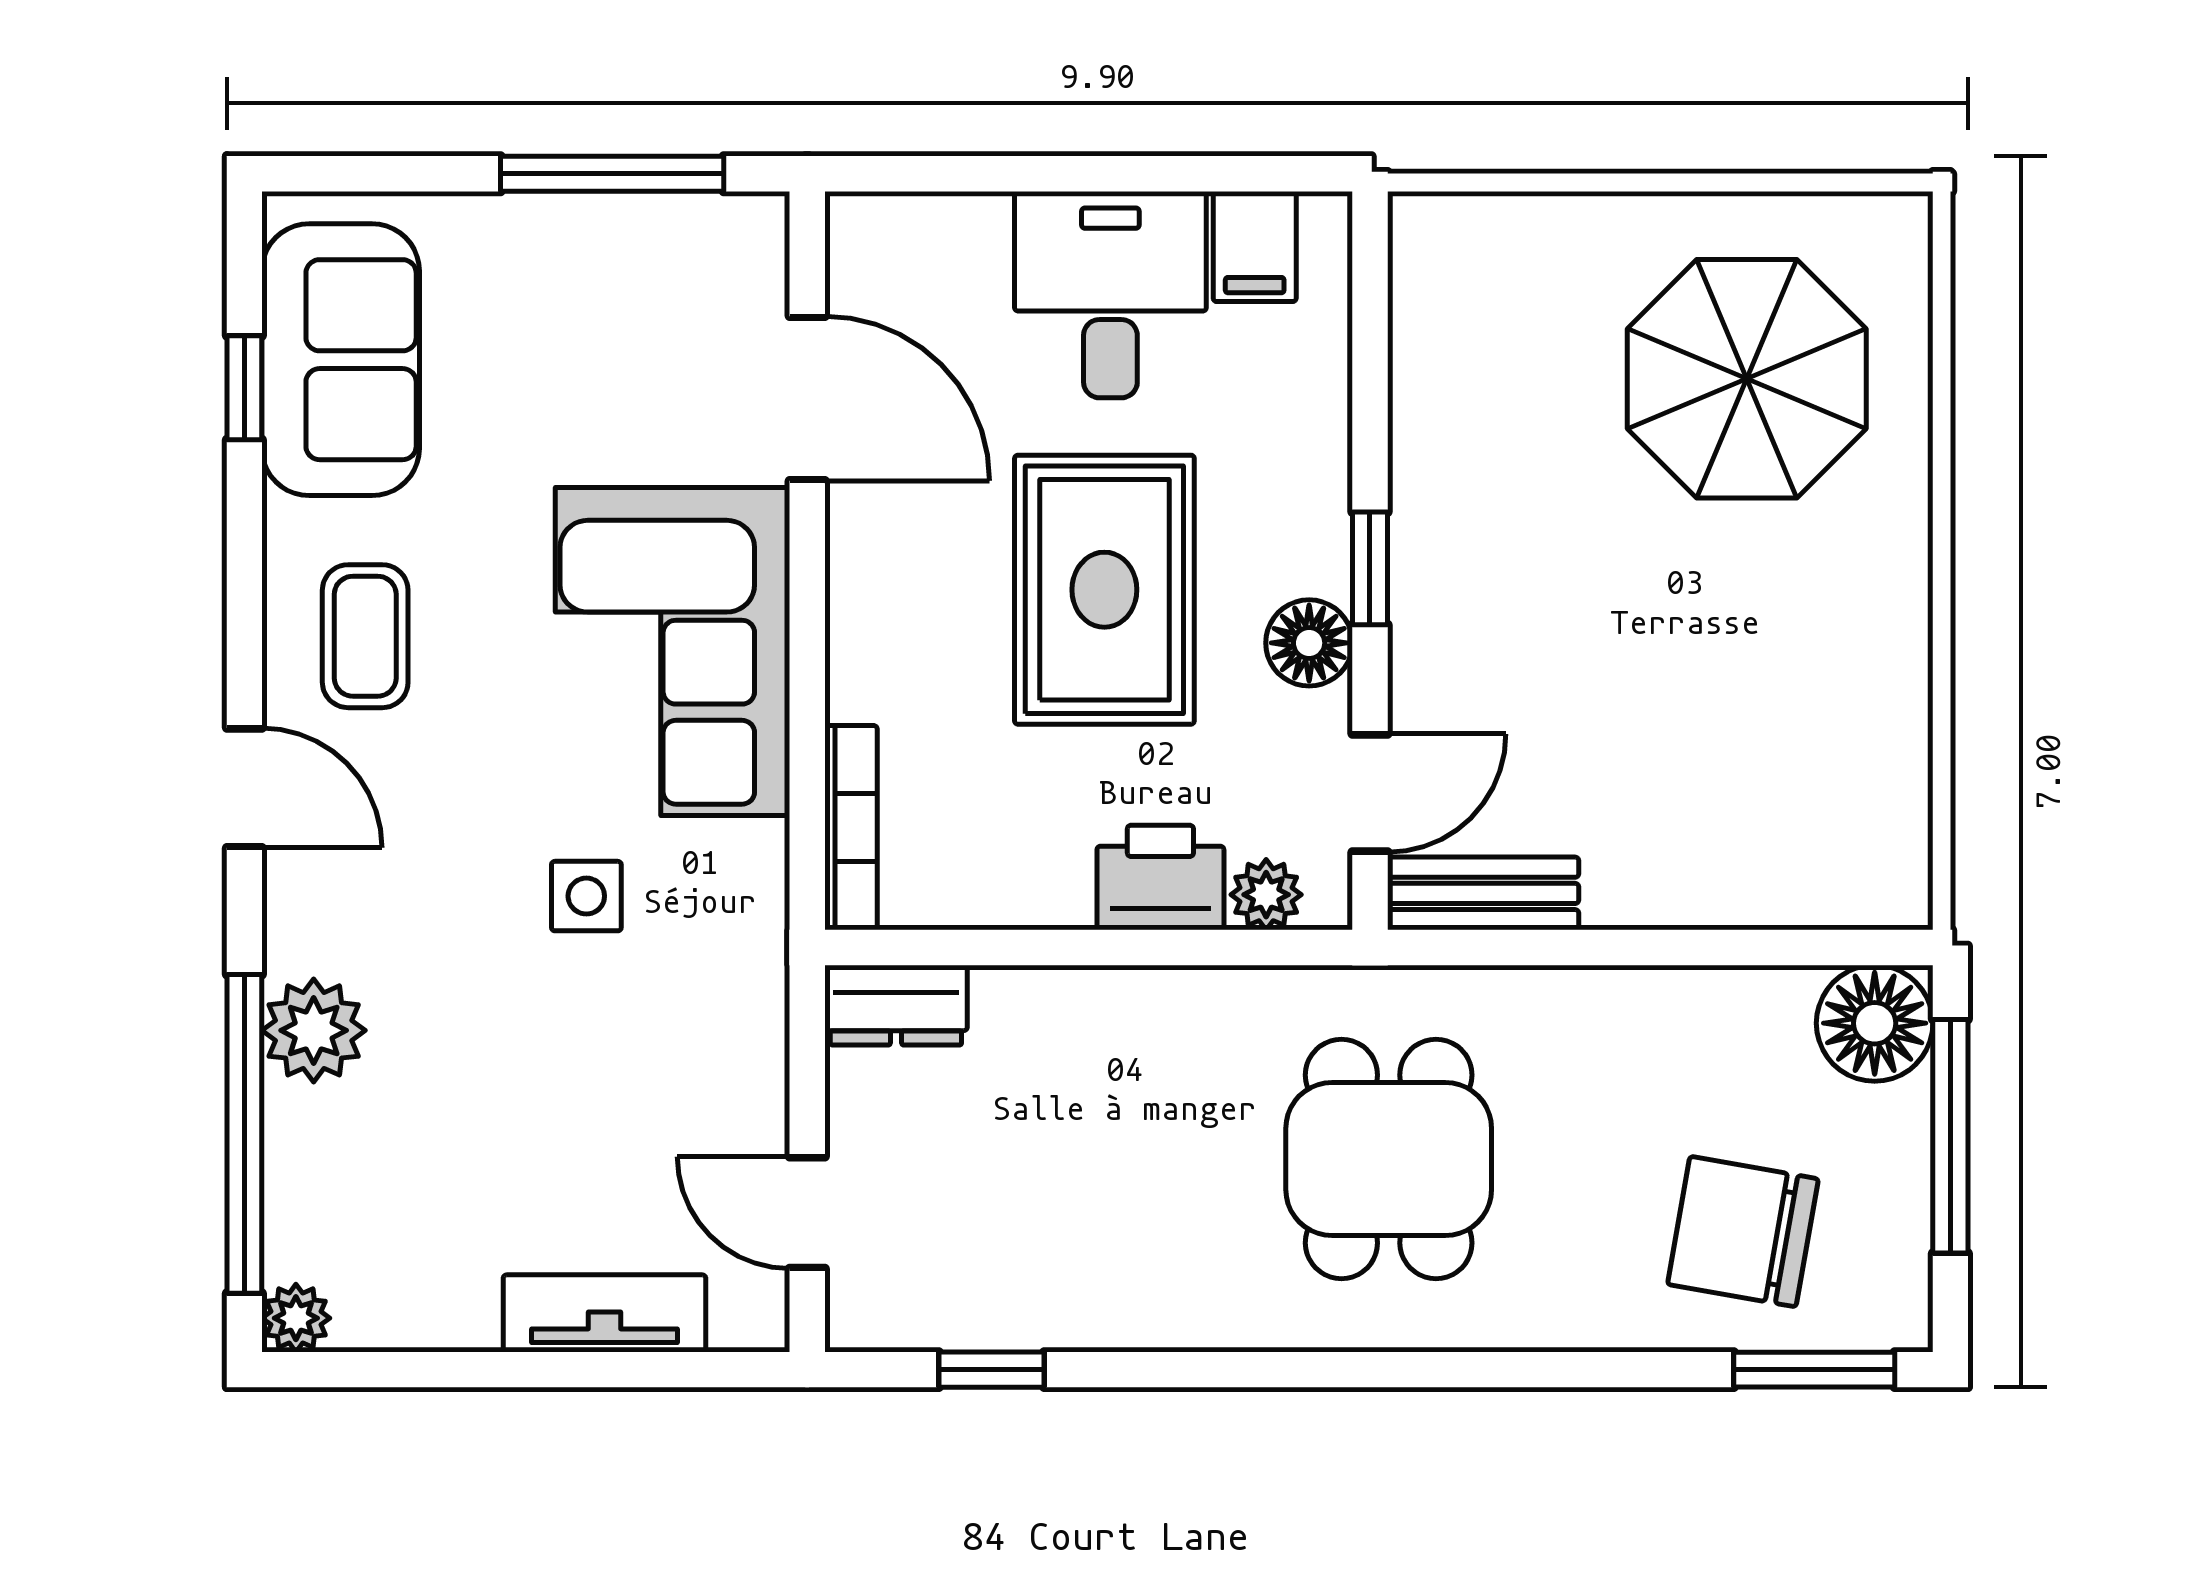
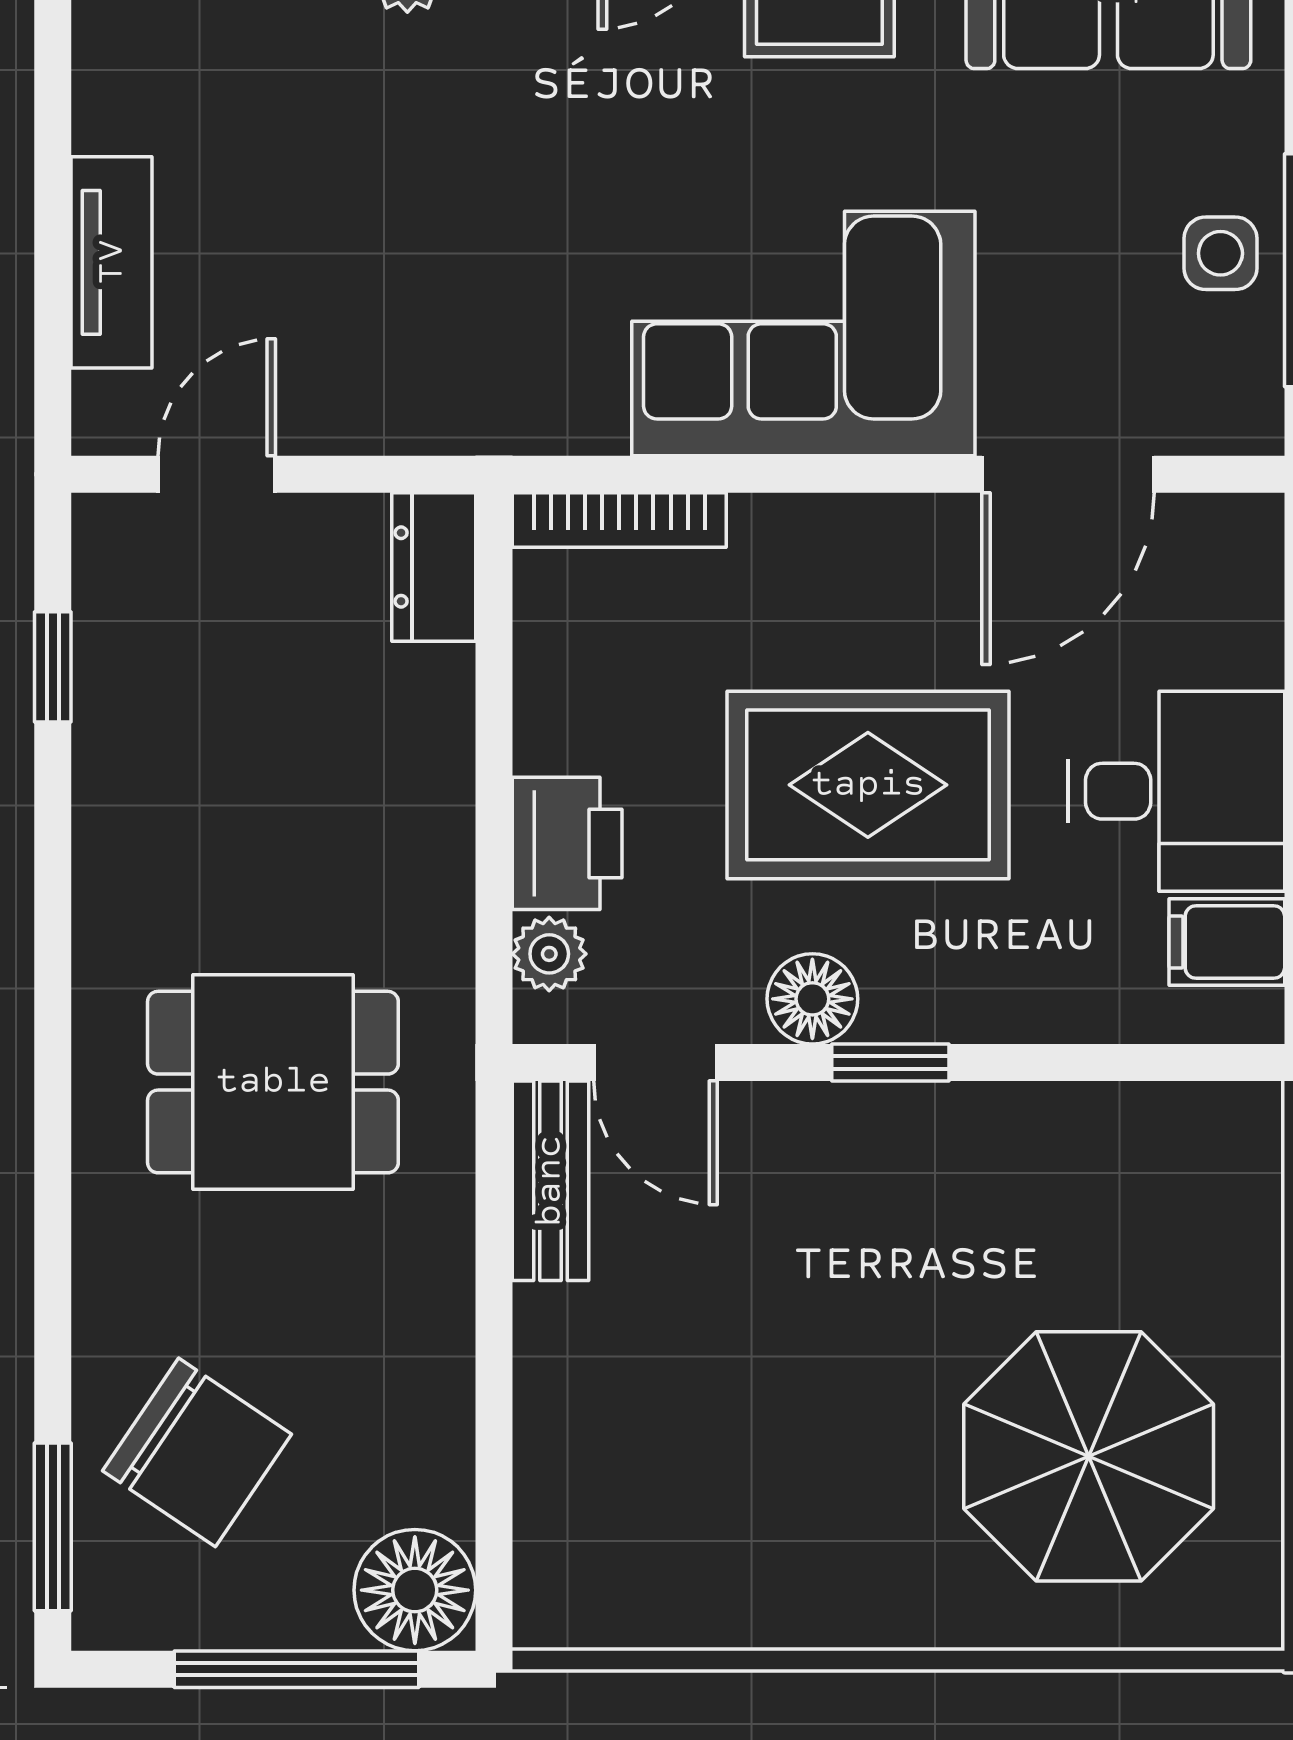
side table: (586, 896) -> (1220, 253), moved
chair: (1743, 1232) -> (197, 1452), turned 114

